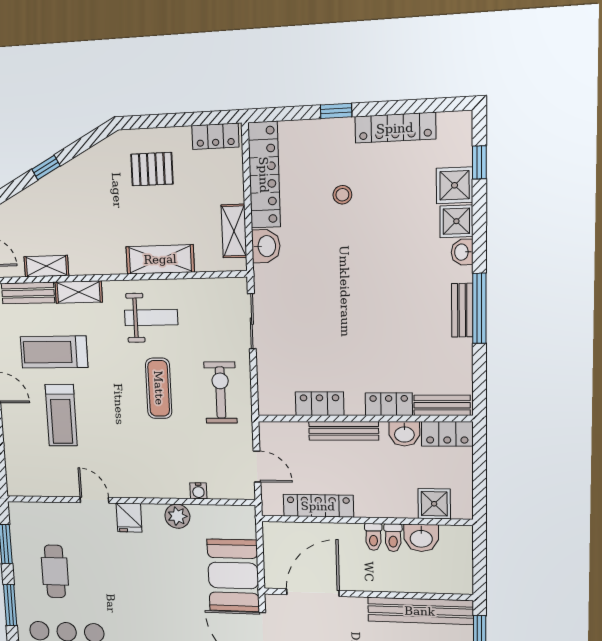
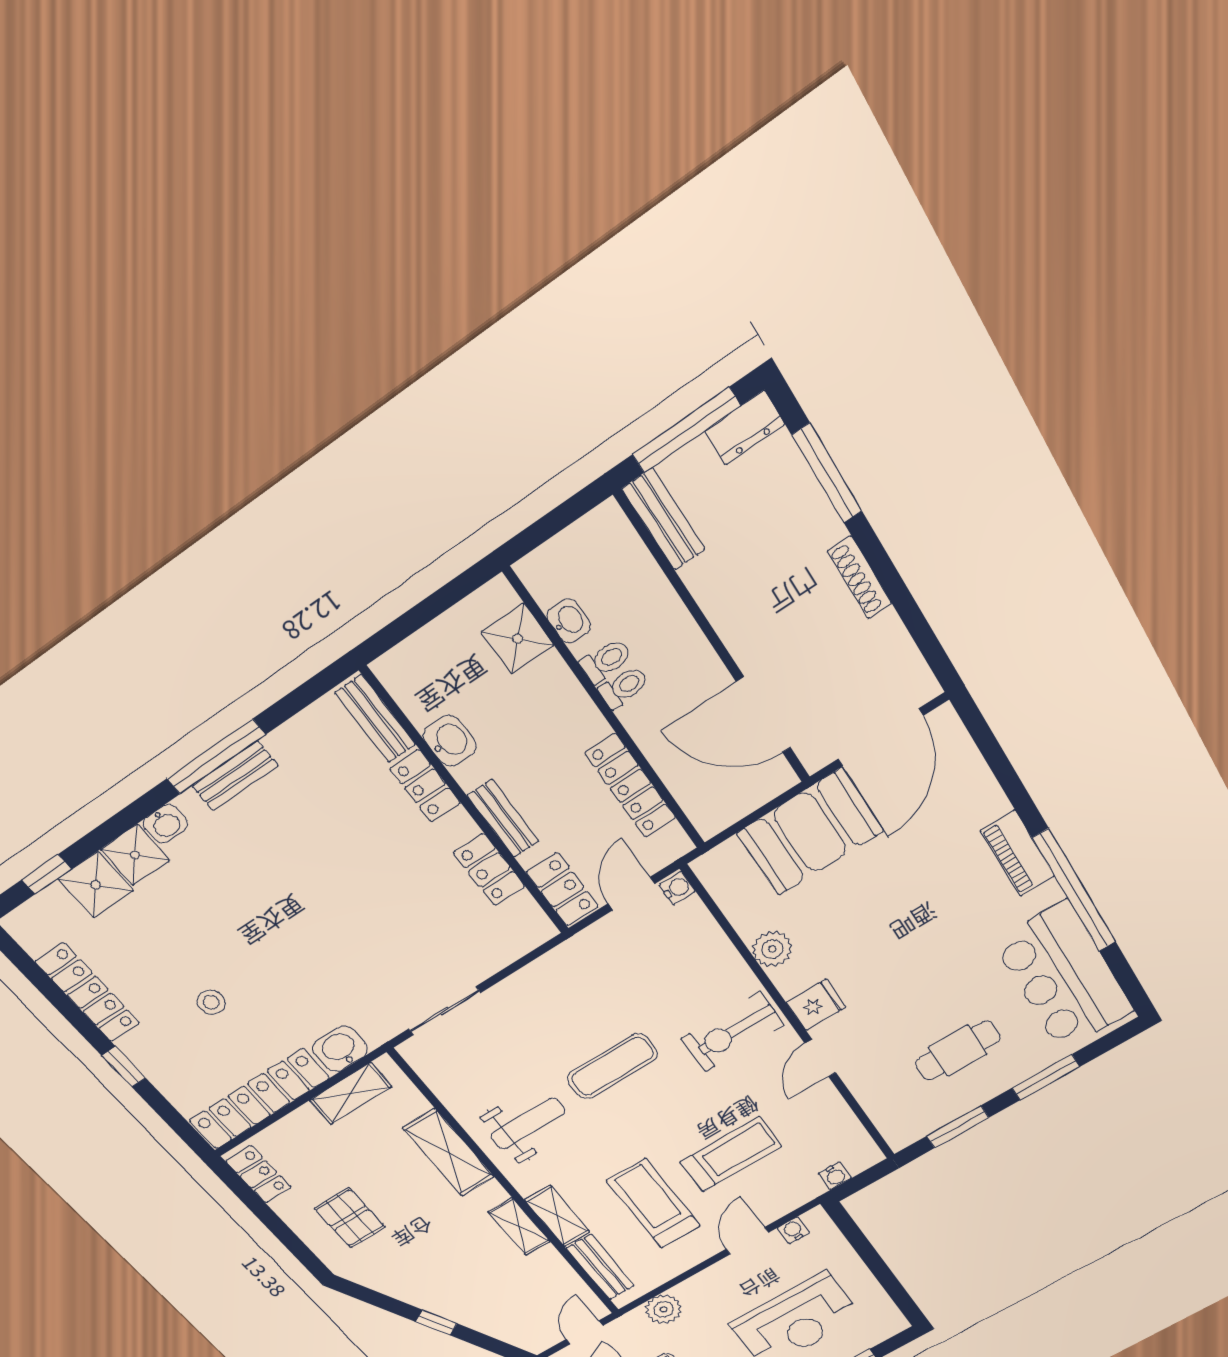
shelving: (46, 266) -> (519, 1227), moved
weight bench: (151, 317) -> (528, 1124), turned 90
treadmill: (54, 352) -> (654, 1203), turned 180
exercise bike: (221, 393) -> (732, 1032), moved
bench: (344, 431) -> (503, 818), width x0.73
locker: (447, 434) -> (563, 889), moved
water cooler: (12, 462) -> (835, 1176), added
water cooler: (198, 491) -> (677, 888), moved
washbasin: (421, 538) -> (569, 621), width x0.72, depth x0.69
bench: (420, 611) -> (664, 519), width x0.54, depth x0.82

